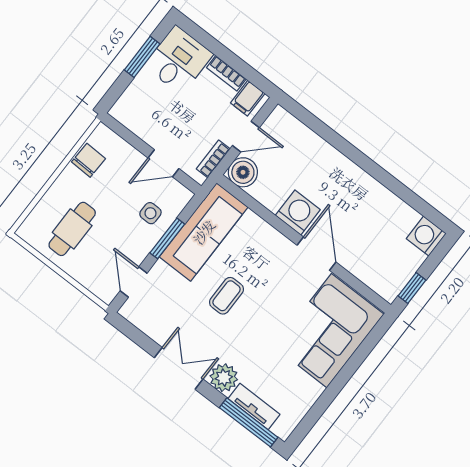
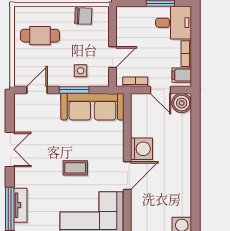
door: (163, 163) -> (112, 57), swing flipped
boiler: (243, 172) -> (182, 103), moved
coffee table: (226, 296) -> (75, 168), moved
plant: (224, 378) -> (23, 177), removed

